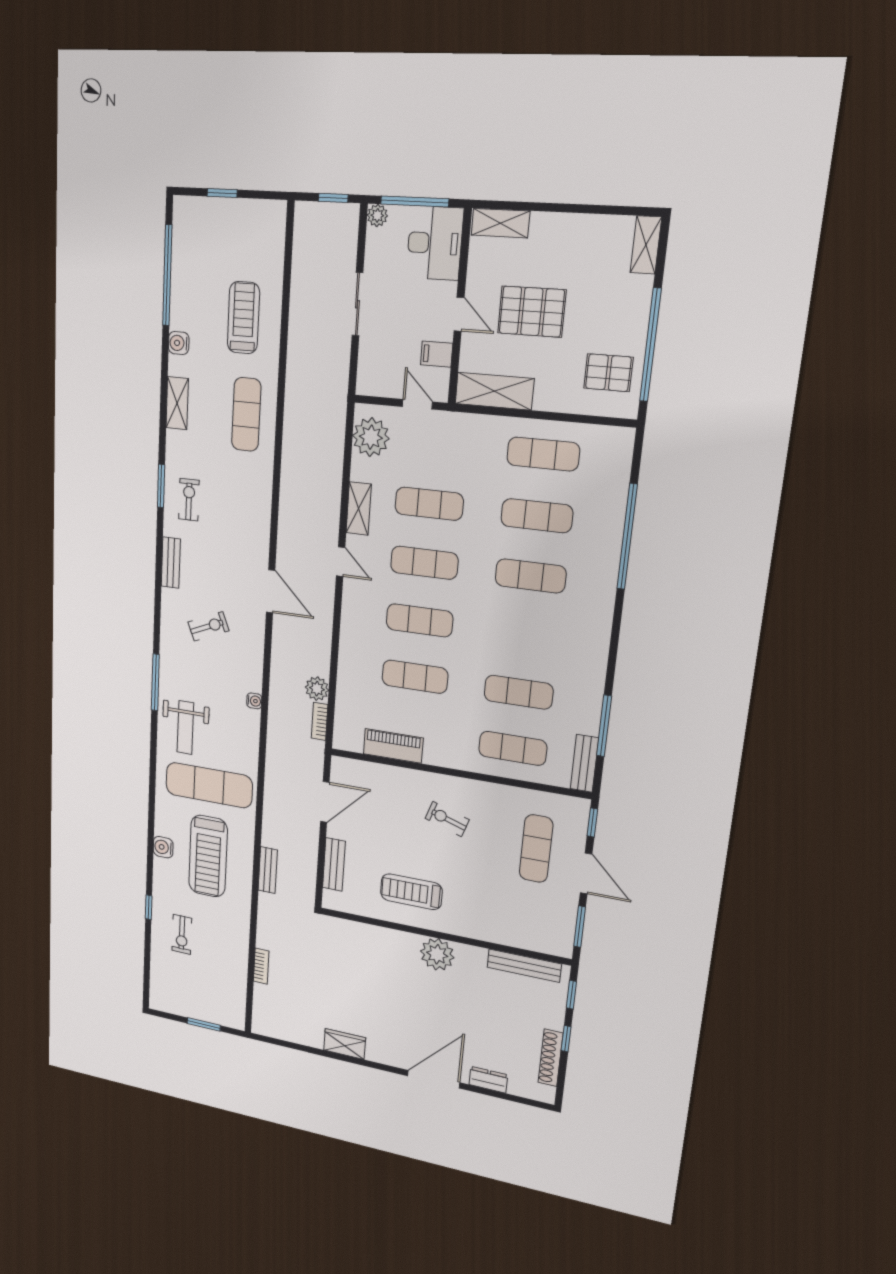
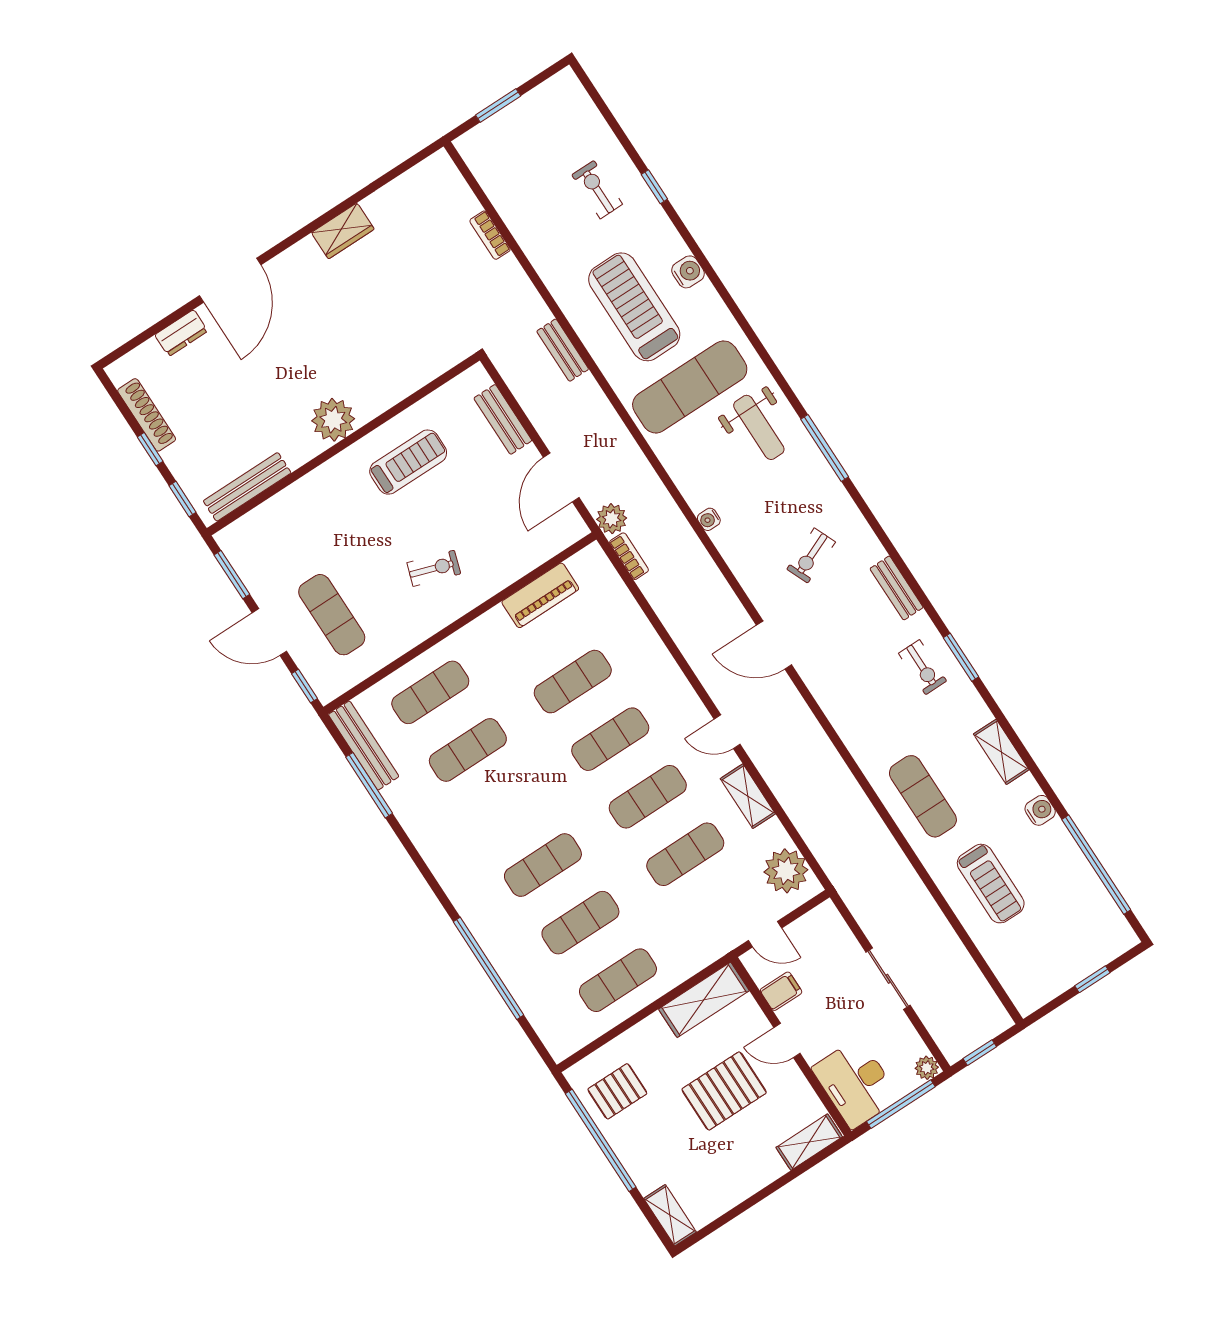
plant: (317, 689) -> (612, 519), moved
weight bench: (185, 727) -> (759, 427), turned 180
bench: (584, 763) -> (364, 745), width x1.36

